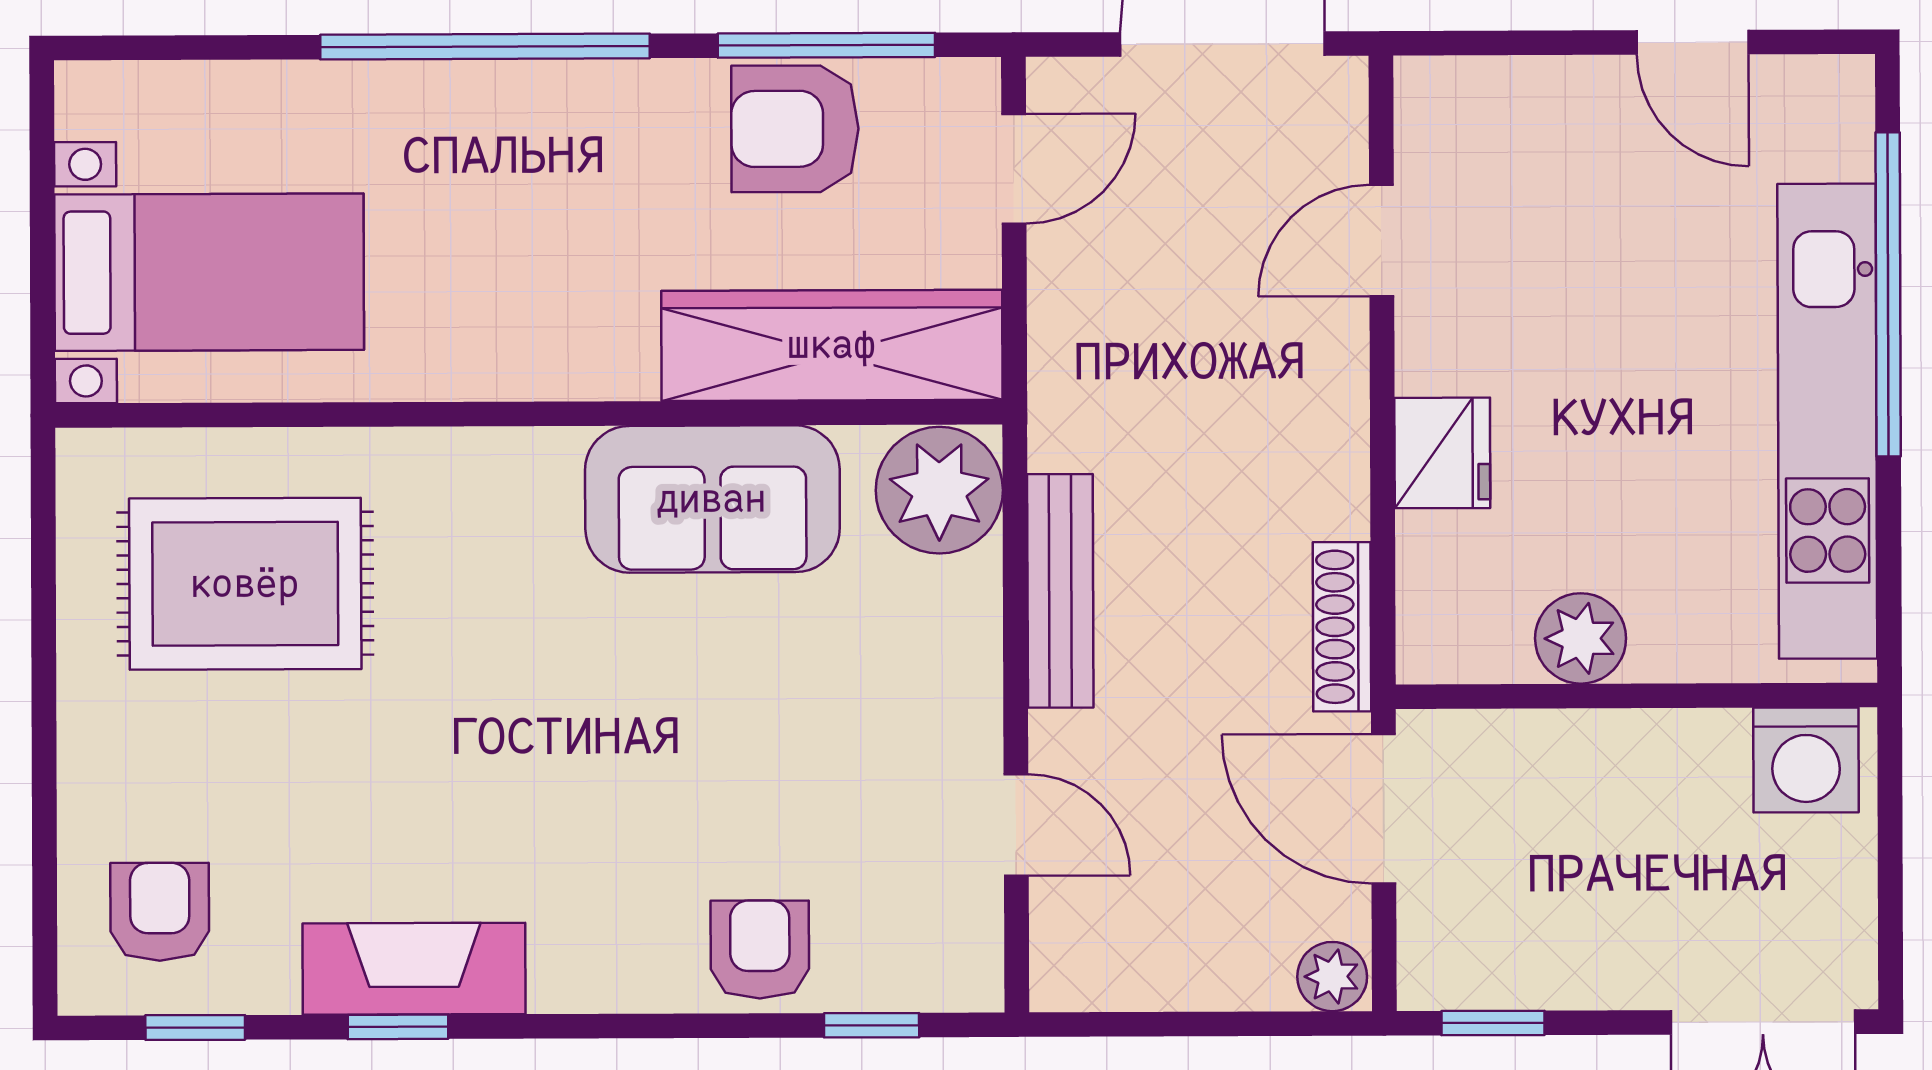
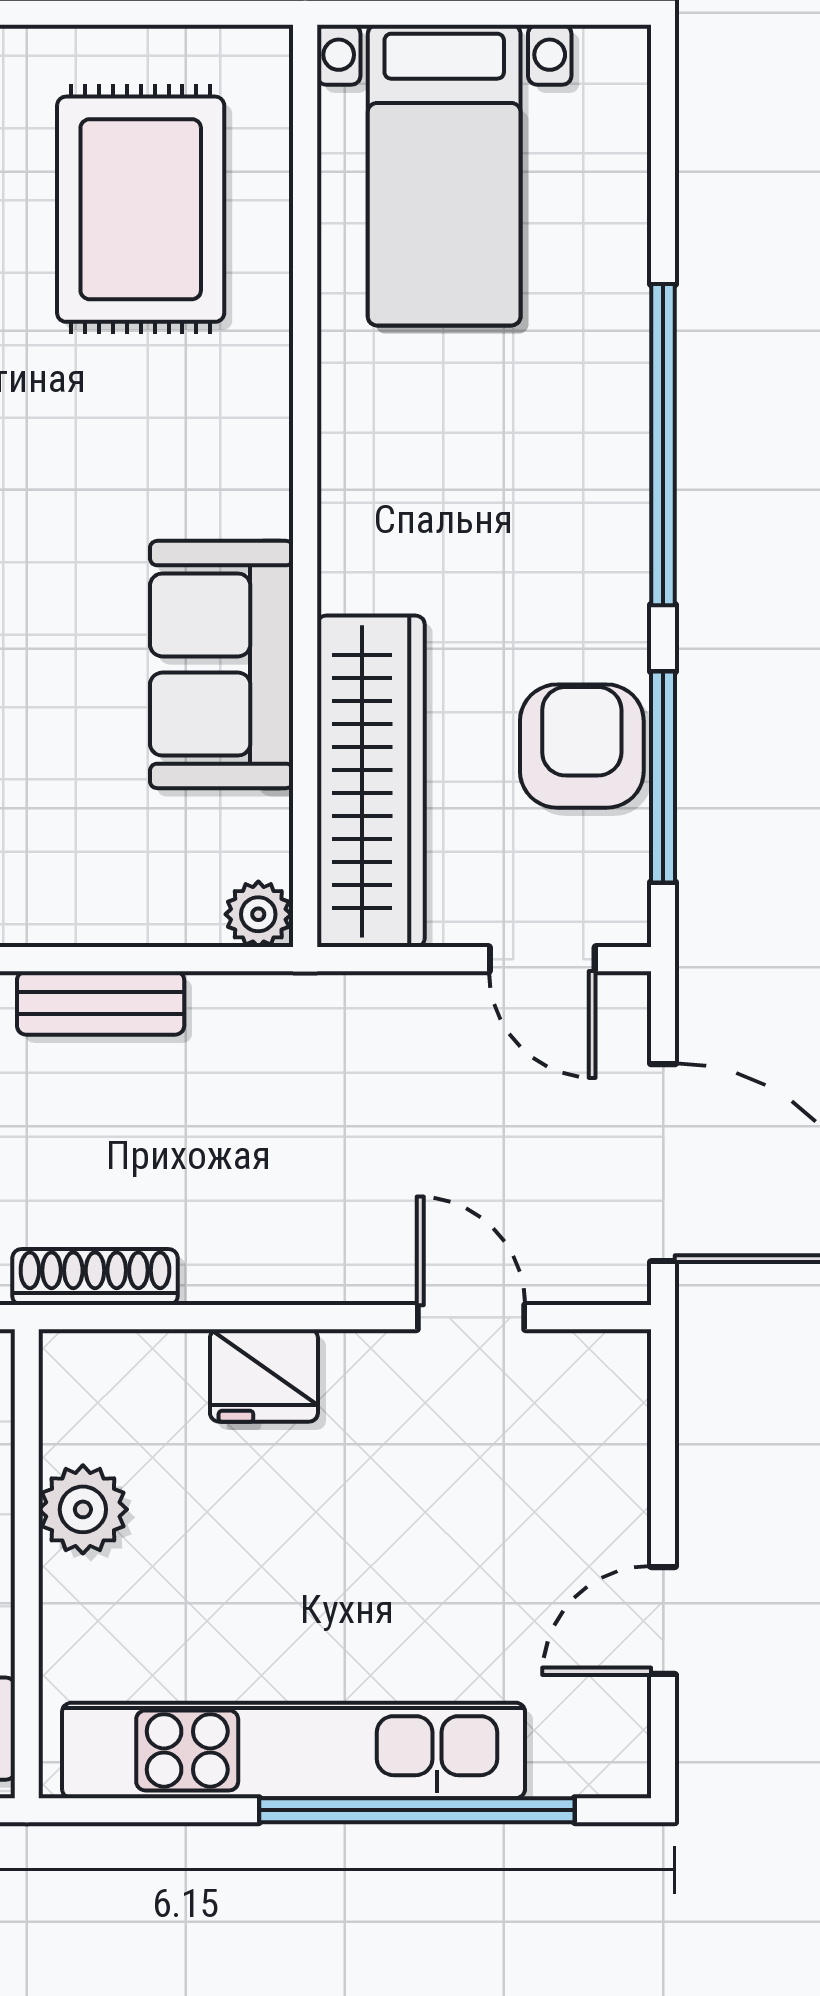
plant: (939, 490) -> (258, 914), width x0.53, depth x0.53
bench: (1060, 591) -> (101, 1003), width x0.73

